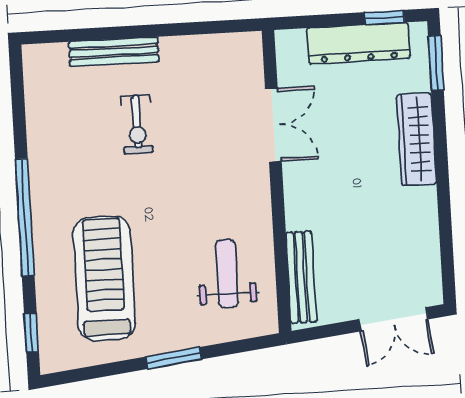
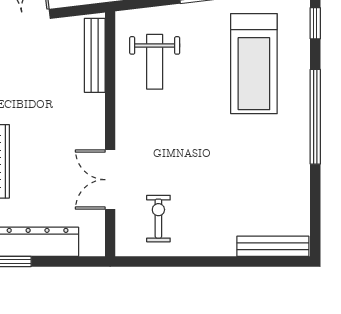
bench: (114, 52) -> (273, 246), moved
exercise bike: (137, 125) -> (158, 219), moved

